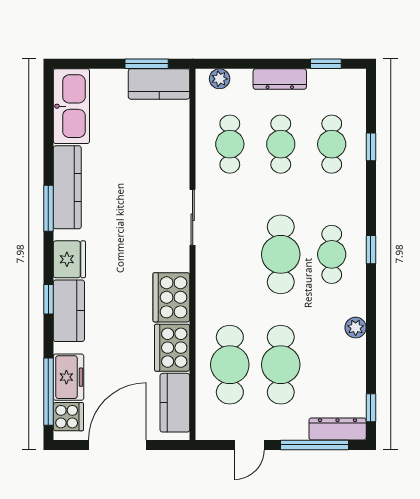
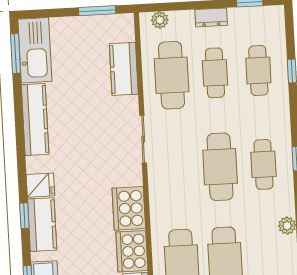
dresser: (280, 79) -> (211, 17), width x0.70
kitchen counter: (159, 84) -> (124, 69), moved, turned 90
cafe table: (230, 144) -> (172, 75), width x1.37, depth x1.35
window: (48, 208) -> (15, 53), moved
fridge: (69, 259) -> (40, 185), width x0.72

